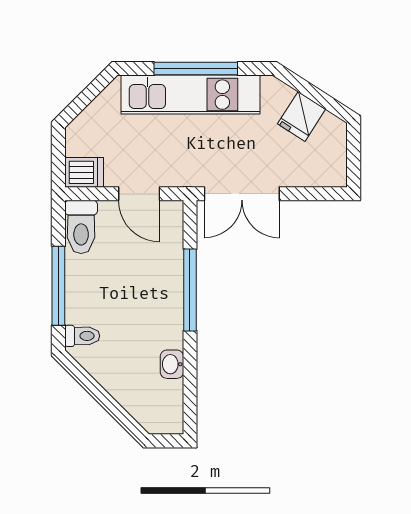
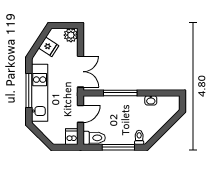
plant: (330, 170) -> (71, 35), added

